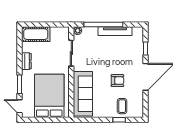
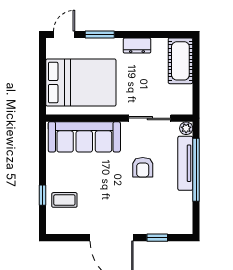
tv unit: (115, 31) -> (185, 163), moved
armchair: (117, 81) -> (143, 167), moved

